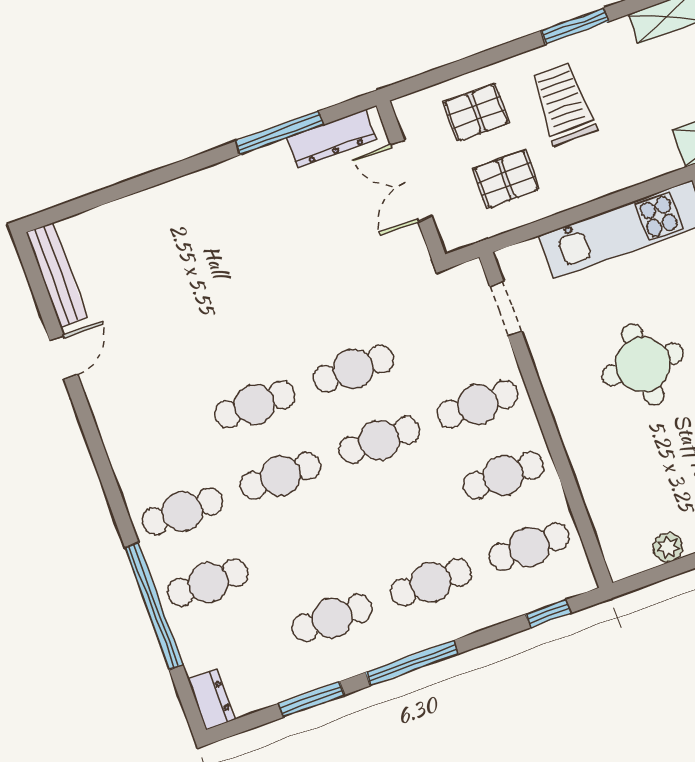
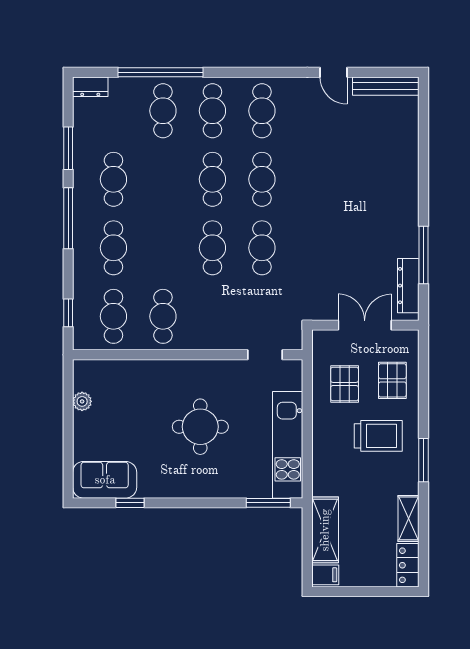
cafe table: (478, 404) -> (262, 111), moved

